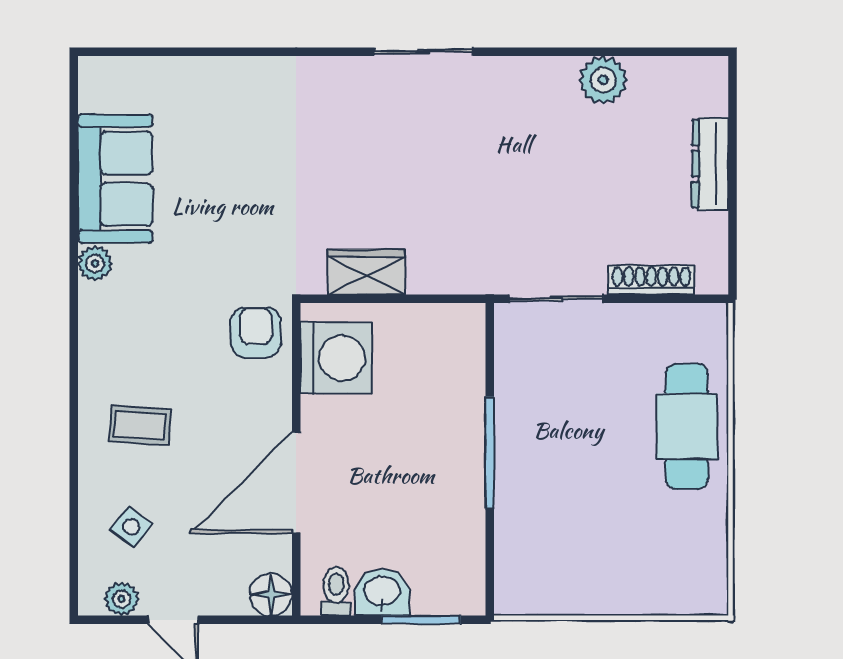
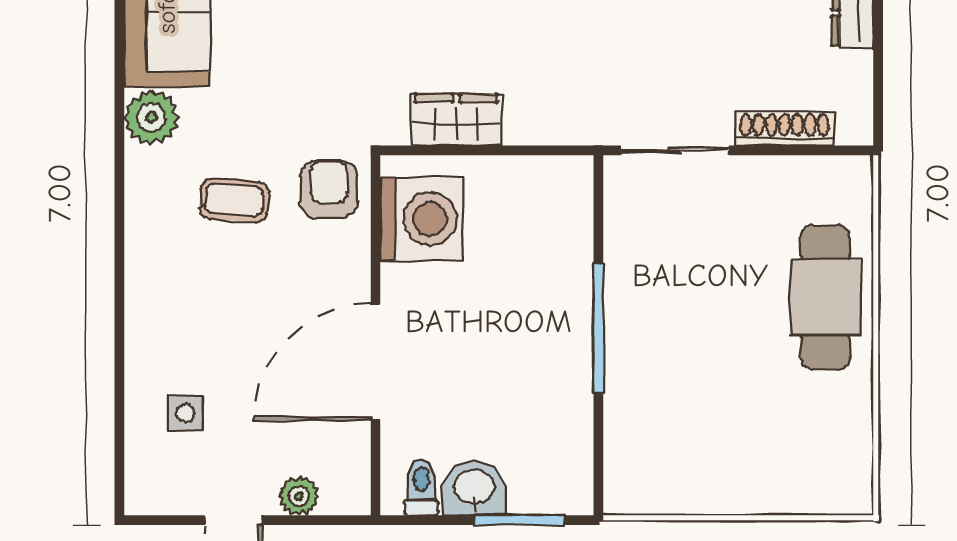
plant: (95, 263) -> (151, 117), width x1.38, depth x1.38
coffee table: (140, 425) -> (234, 200), moved
side table: (131, 527) -> (186, 413), turned -38
floor lamp: (271, 595) -> (346, 491), removed
plant: (122, 599) -> (299, 496), moved

